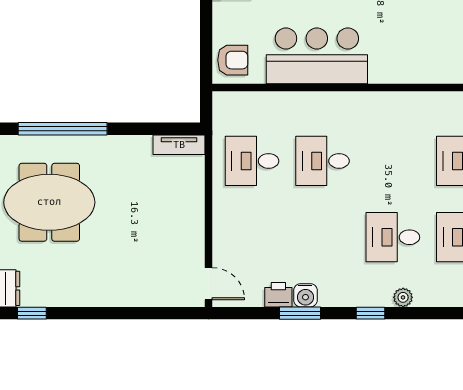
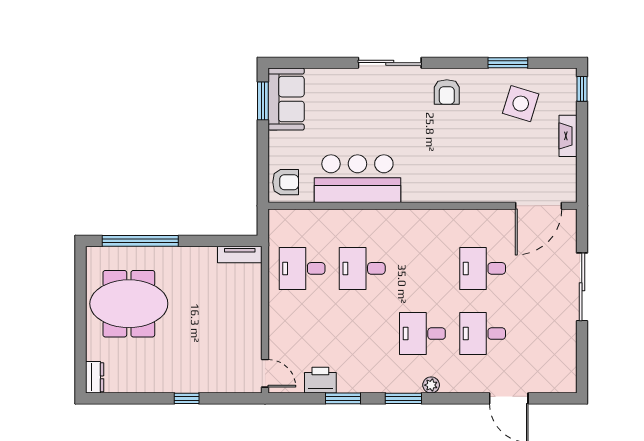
printer: (278, 295) -> (320, 380), width x1.36, depth x1.24
water cooler: (305, 295) -> (348, 383), removed
window: (32, 313) -> (187, 398), moved
window: (370, 313) -> (403, 398), width x1.50

